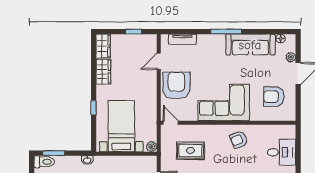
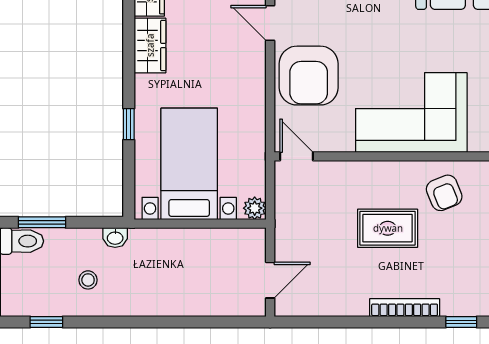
door: (159, 61) -> (270, 23), hinge flipped
armchair: (176, 85) -> (309, 76), turned 180
armchair: (239, 139) -> (444, 193), turned -90
rug: (190, 151) -> (388, 228), moved

